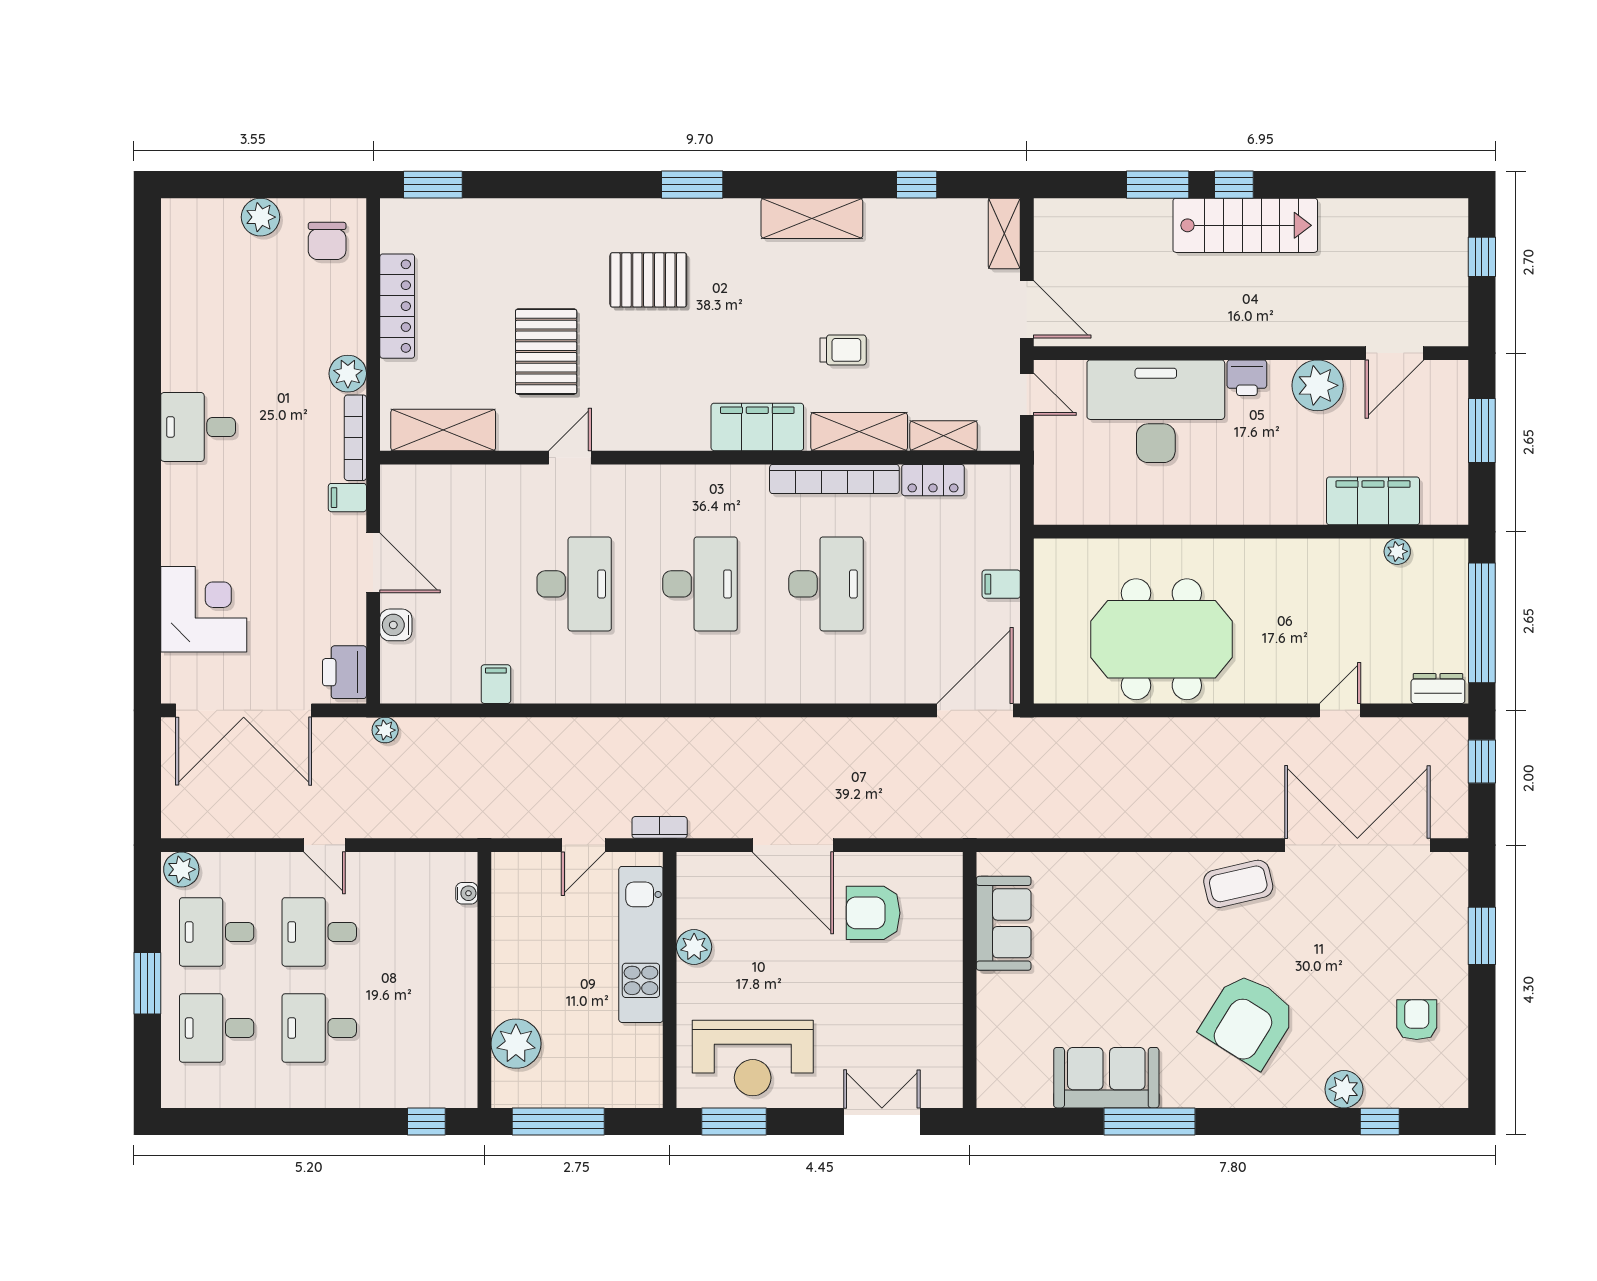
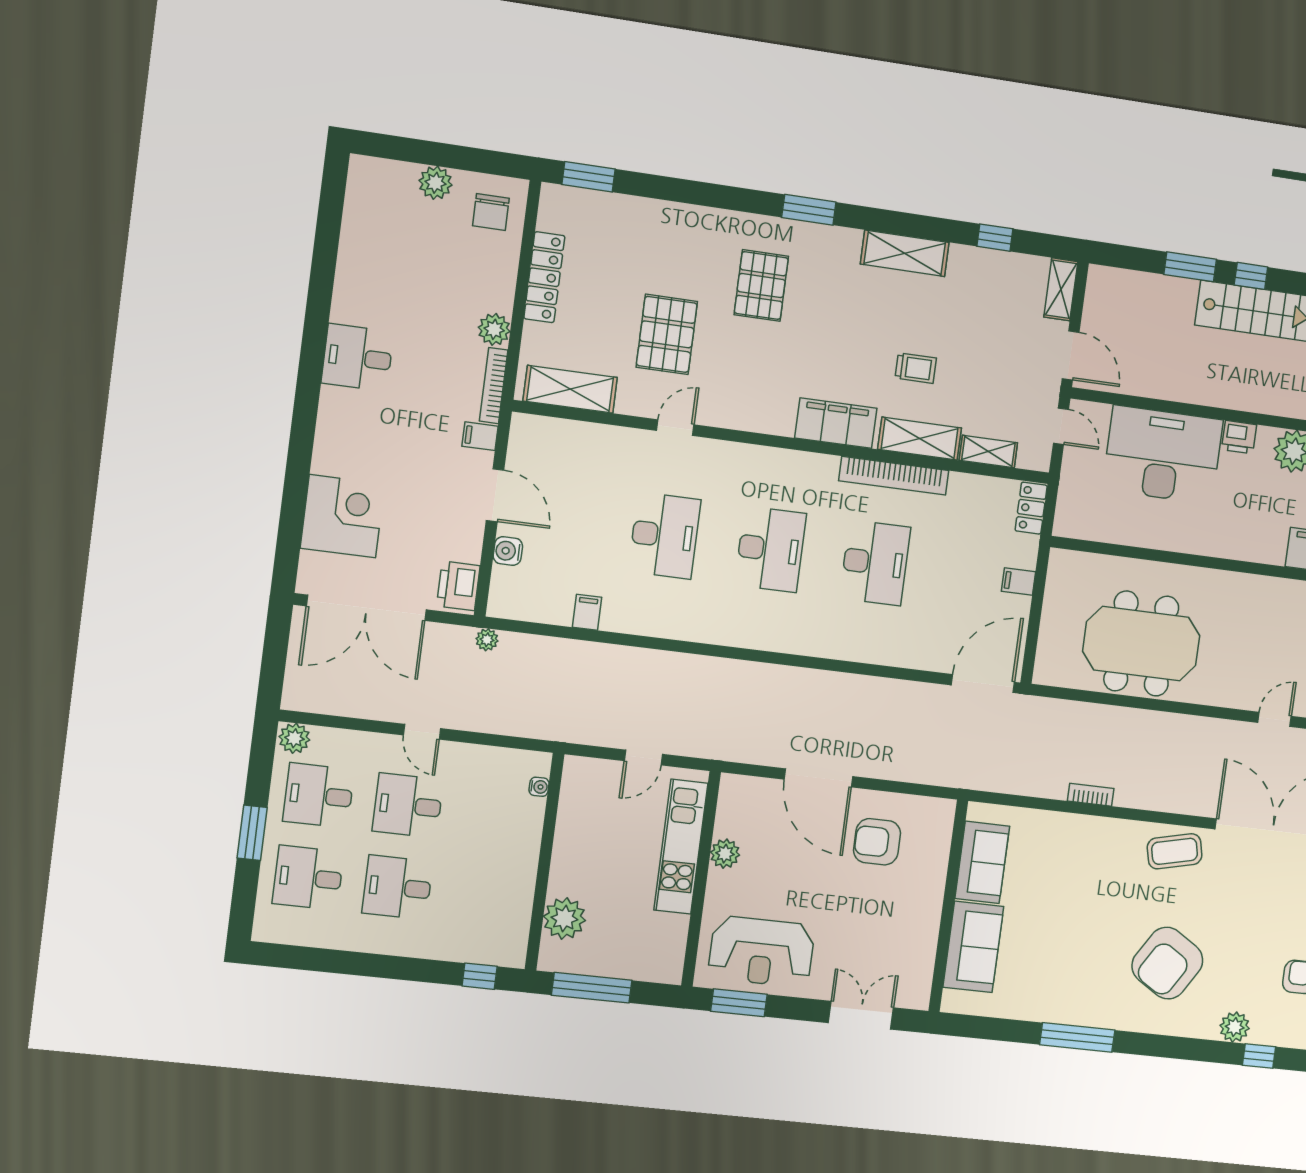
pallet: (648, 280) -> (761, 286), turned 90
locker: (933, 480) -> (1031, 508), moved, turned 90
bookcase: (660, 827) -> (1091, 795), moved
sofa: (1106, 1078) -> (973, 947), moved, turned 90

